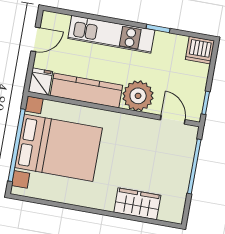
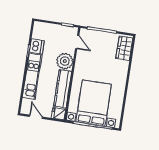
dishwasher: (200, 50) -> (37, 46), moved
door: (173, 120) -> (77, 42), swing flipped
wardrobe: (137, 204) -> (124, 48), moved

